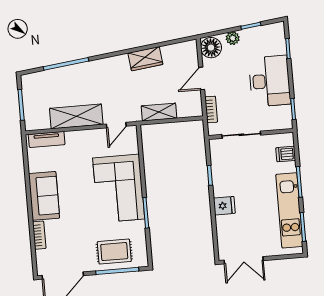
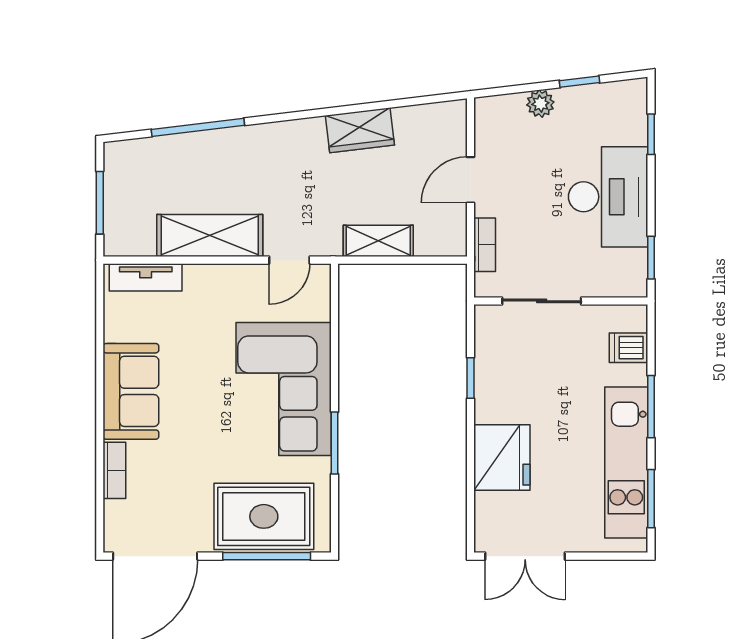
floor lamp: (211, 48) -> (495, 119), removed
fridge: (224, 206) -> (502, 458), width x1.88, depth x1.34
rug: (114, 252) -> (264, 516), width x1.36, depth x1.43

